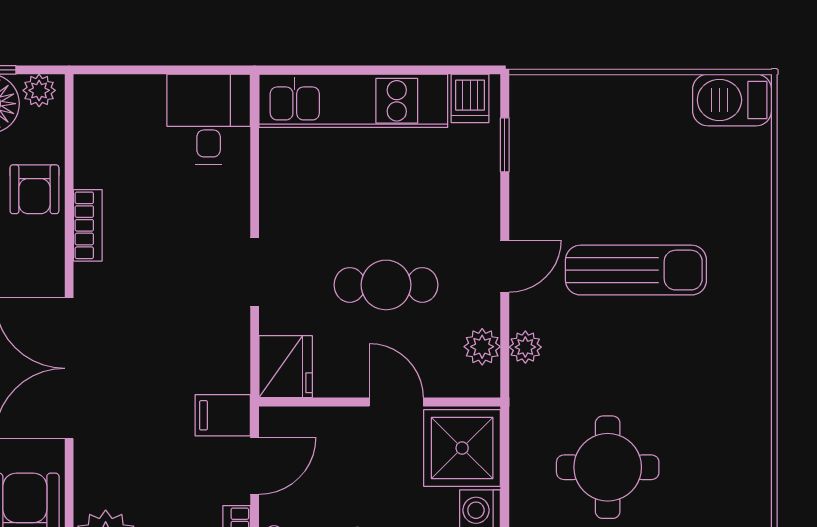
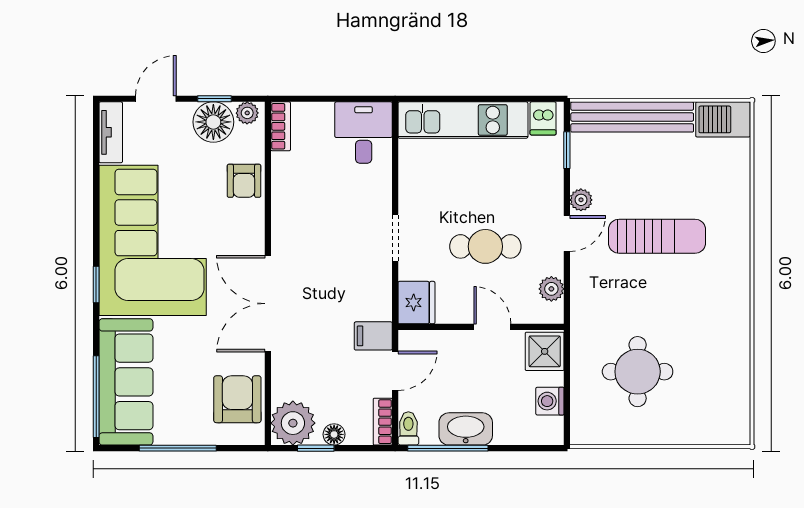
bench: (600, 96) -> (632, 117), added
bookcase: (88, 225) -> (281, 126), moved
plant: (525, 347) -> (581, 200), moved
shower: (462, 448) -> (545, 351), width x0.73, depth x0.73

